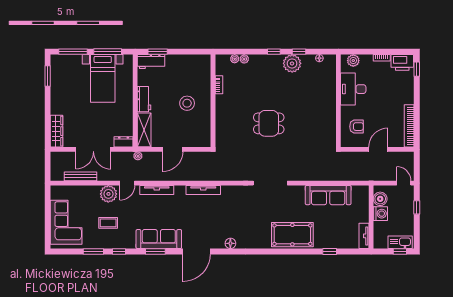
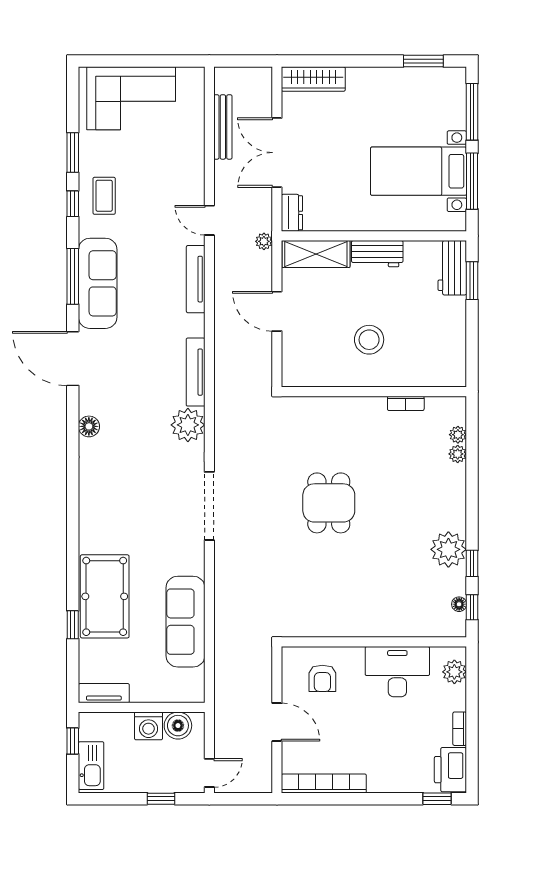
window: (274, 52) -> (472, 607), moved
plant: (108, 194) -> (188, 425), moved
coffee table: (108, 223) -> (104, 196), moved
pool table: (292, 235) -> (105, 596), moved
window: (155, 251) -> (73, 276), width x1.44
window: (400, 251) -> (73, 741), moved

